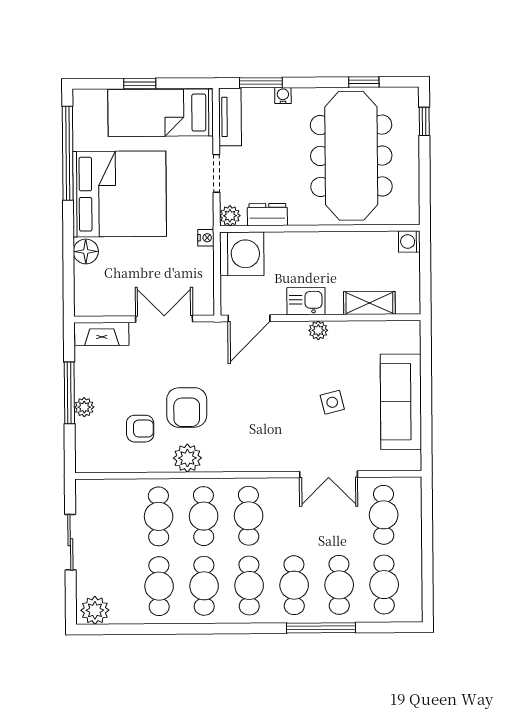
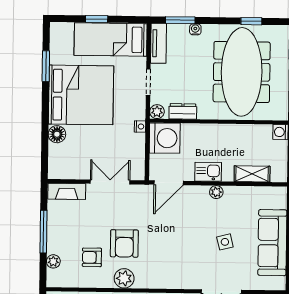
window: (68, 153) -> (46, 66), width x0.47
plant: (84, 407) -> (53, 261), moved
armchair: (140, 429) -> (92, 257), turned 180

